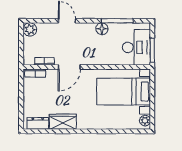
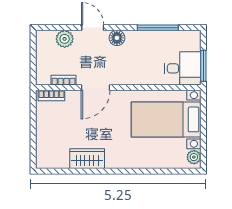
plant: (30, 29) -> (65, 39), moved
floor lamp: (102, 29) -> (117, 38), moved
desk: (136, 47) -> (183, 68), width x0.73
dresser: (38, 123) -> (55, 161), removed

